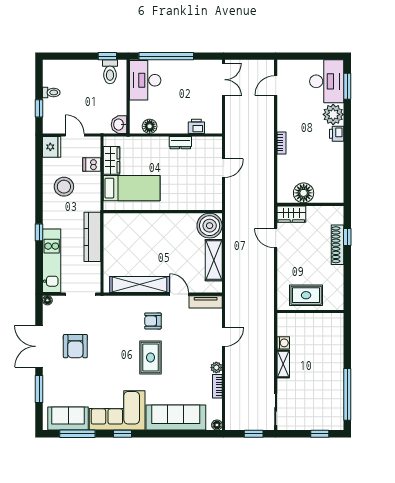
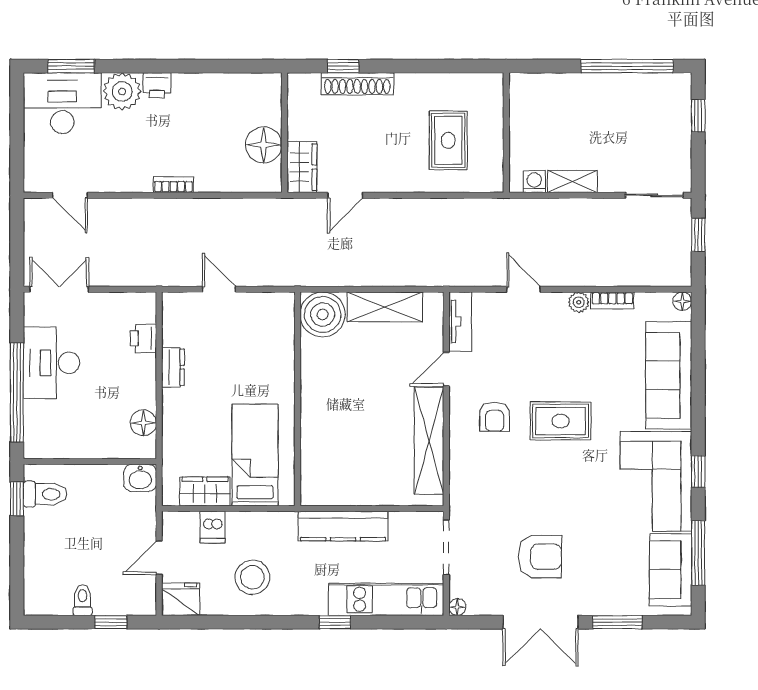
desk: (145, 80) -> (52, 363), moved, turned 90
wall: (310, 311) -> (506, 133), moved

